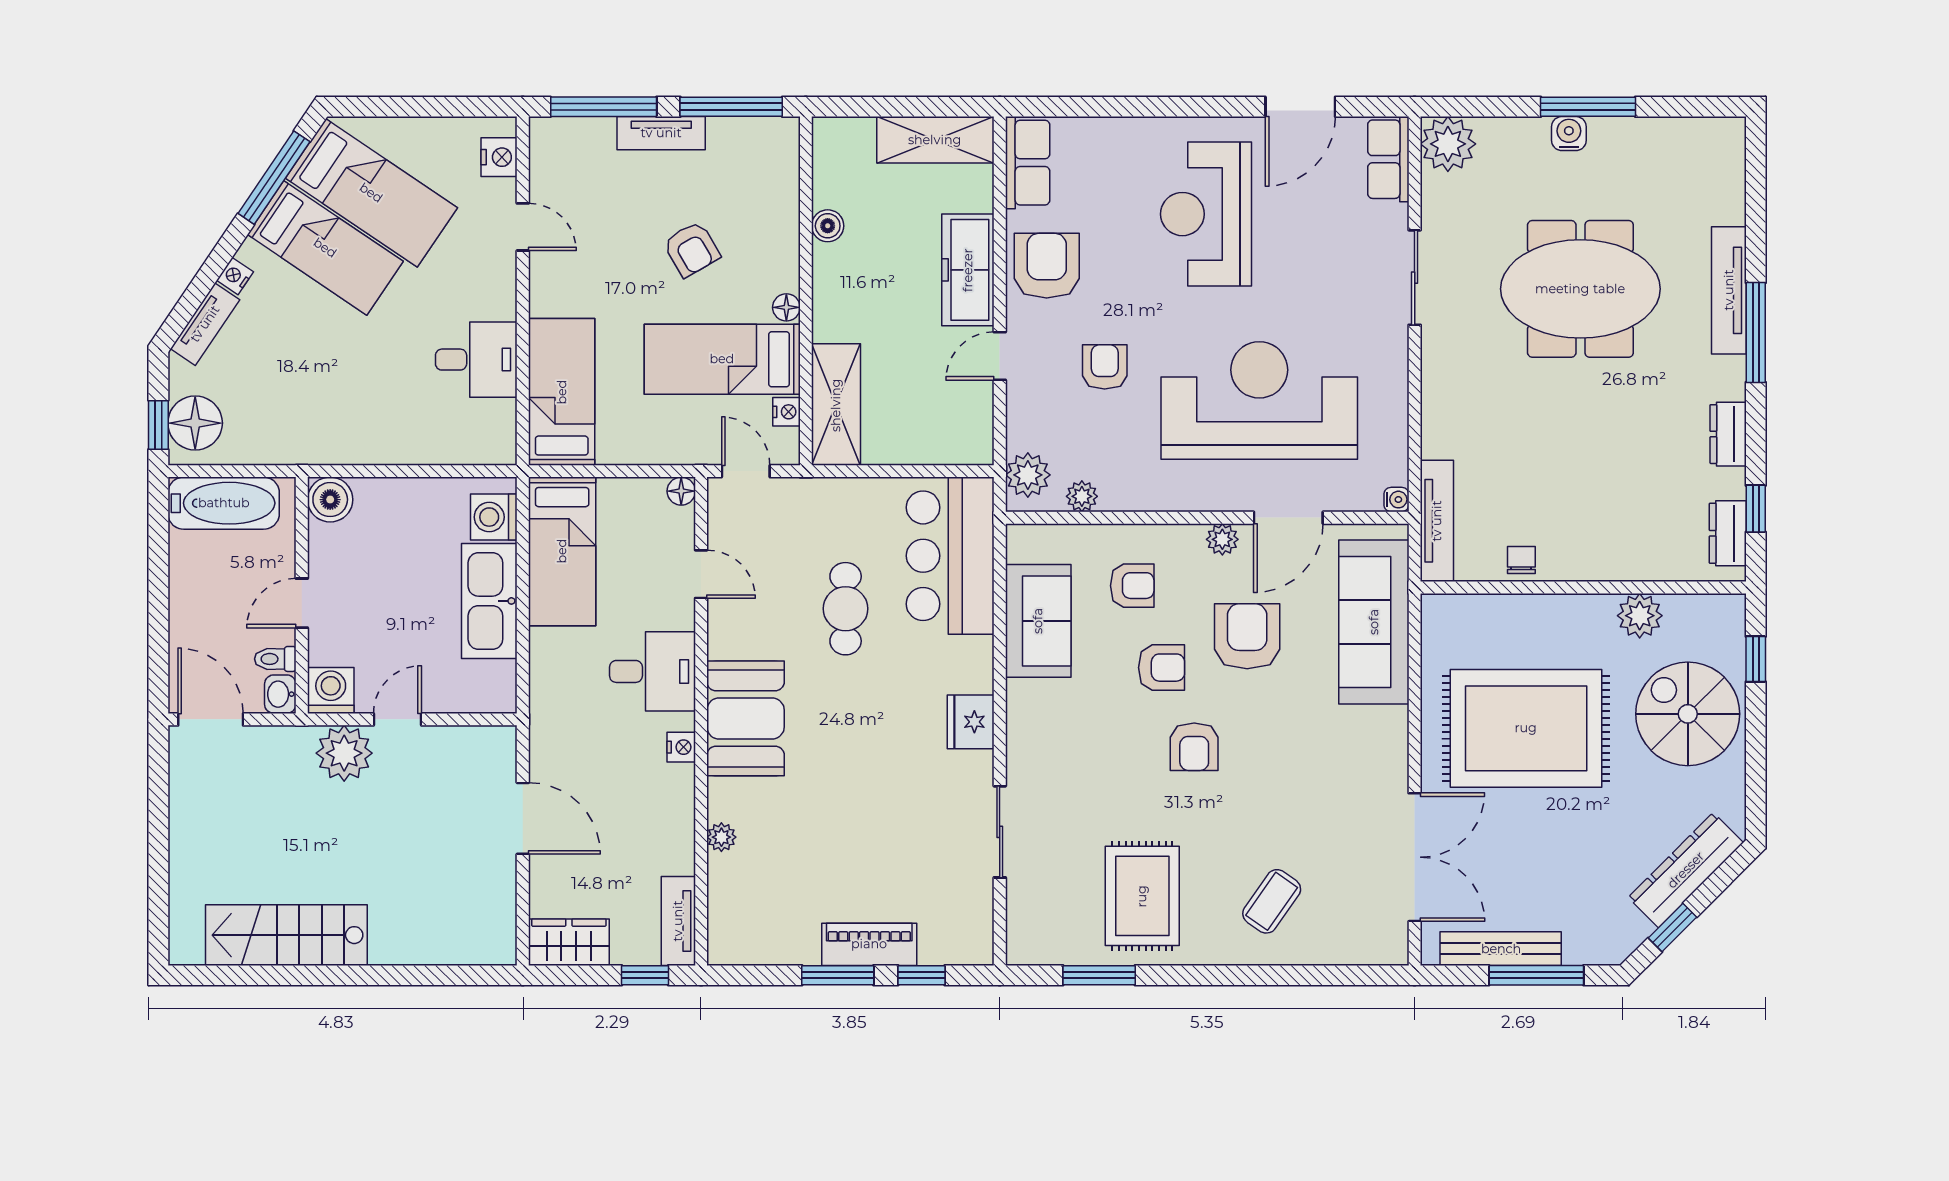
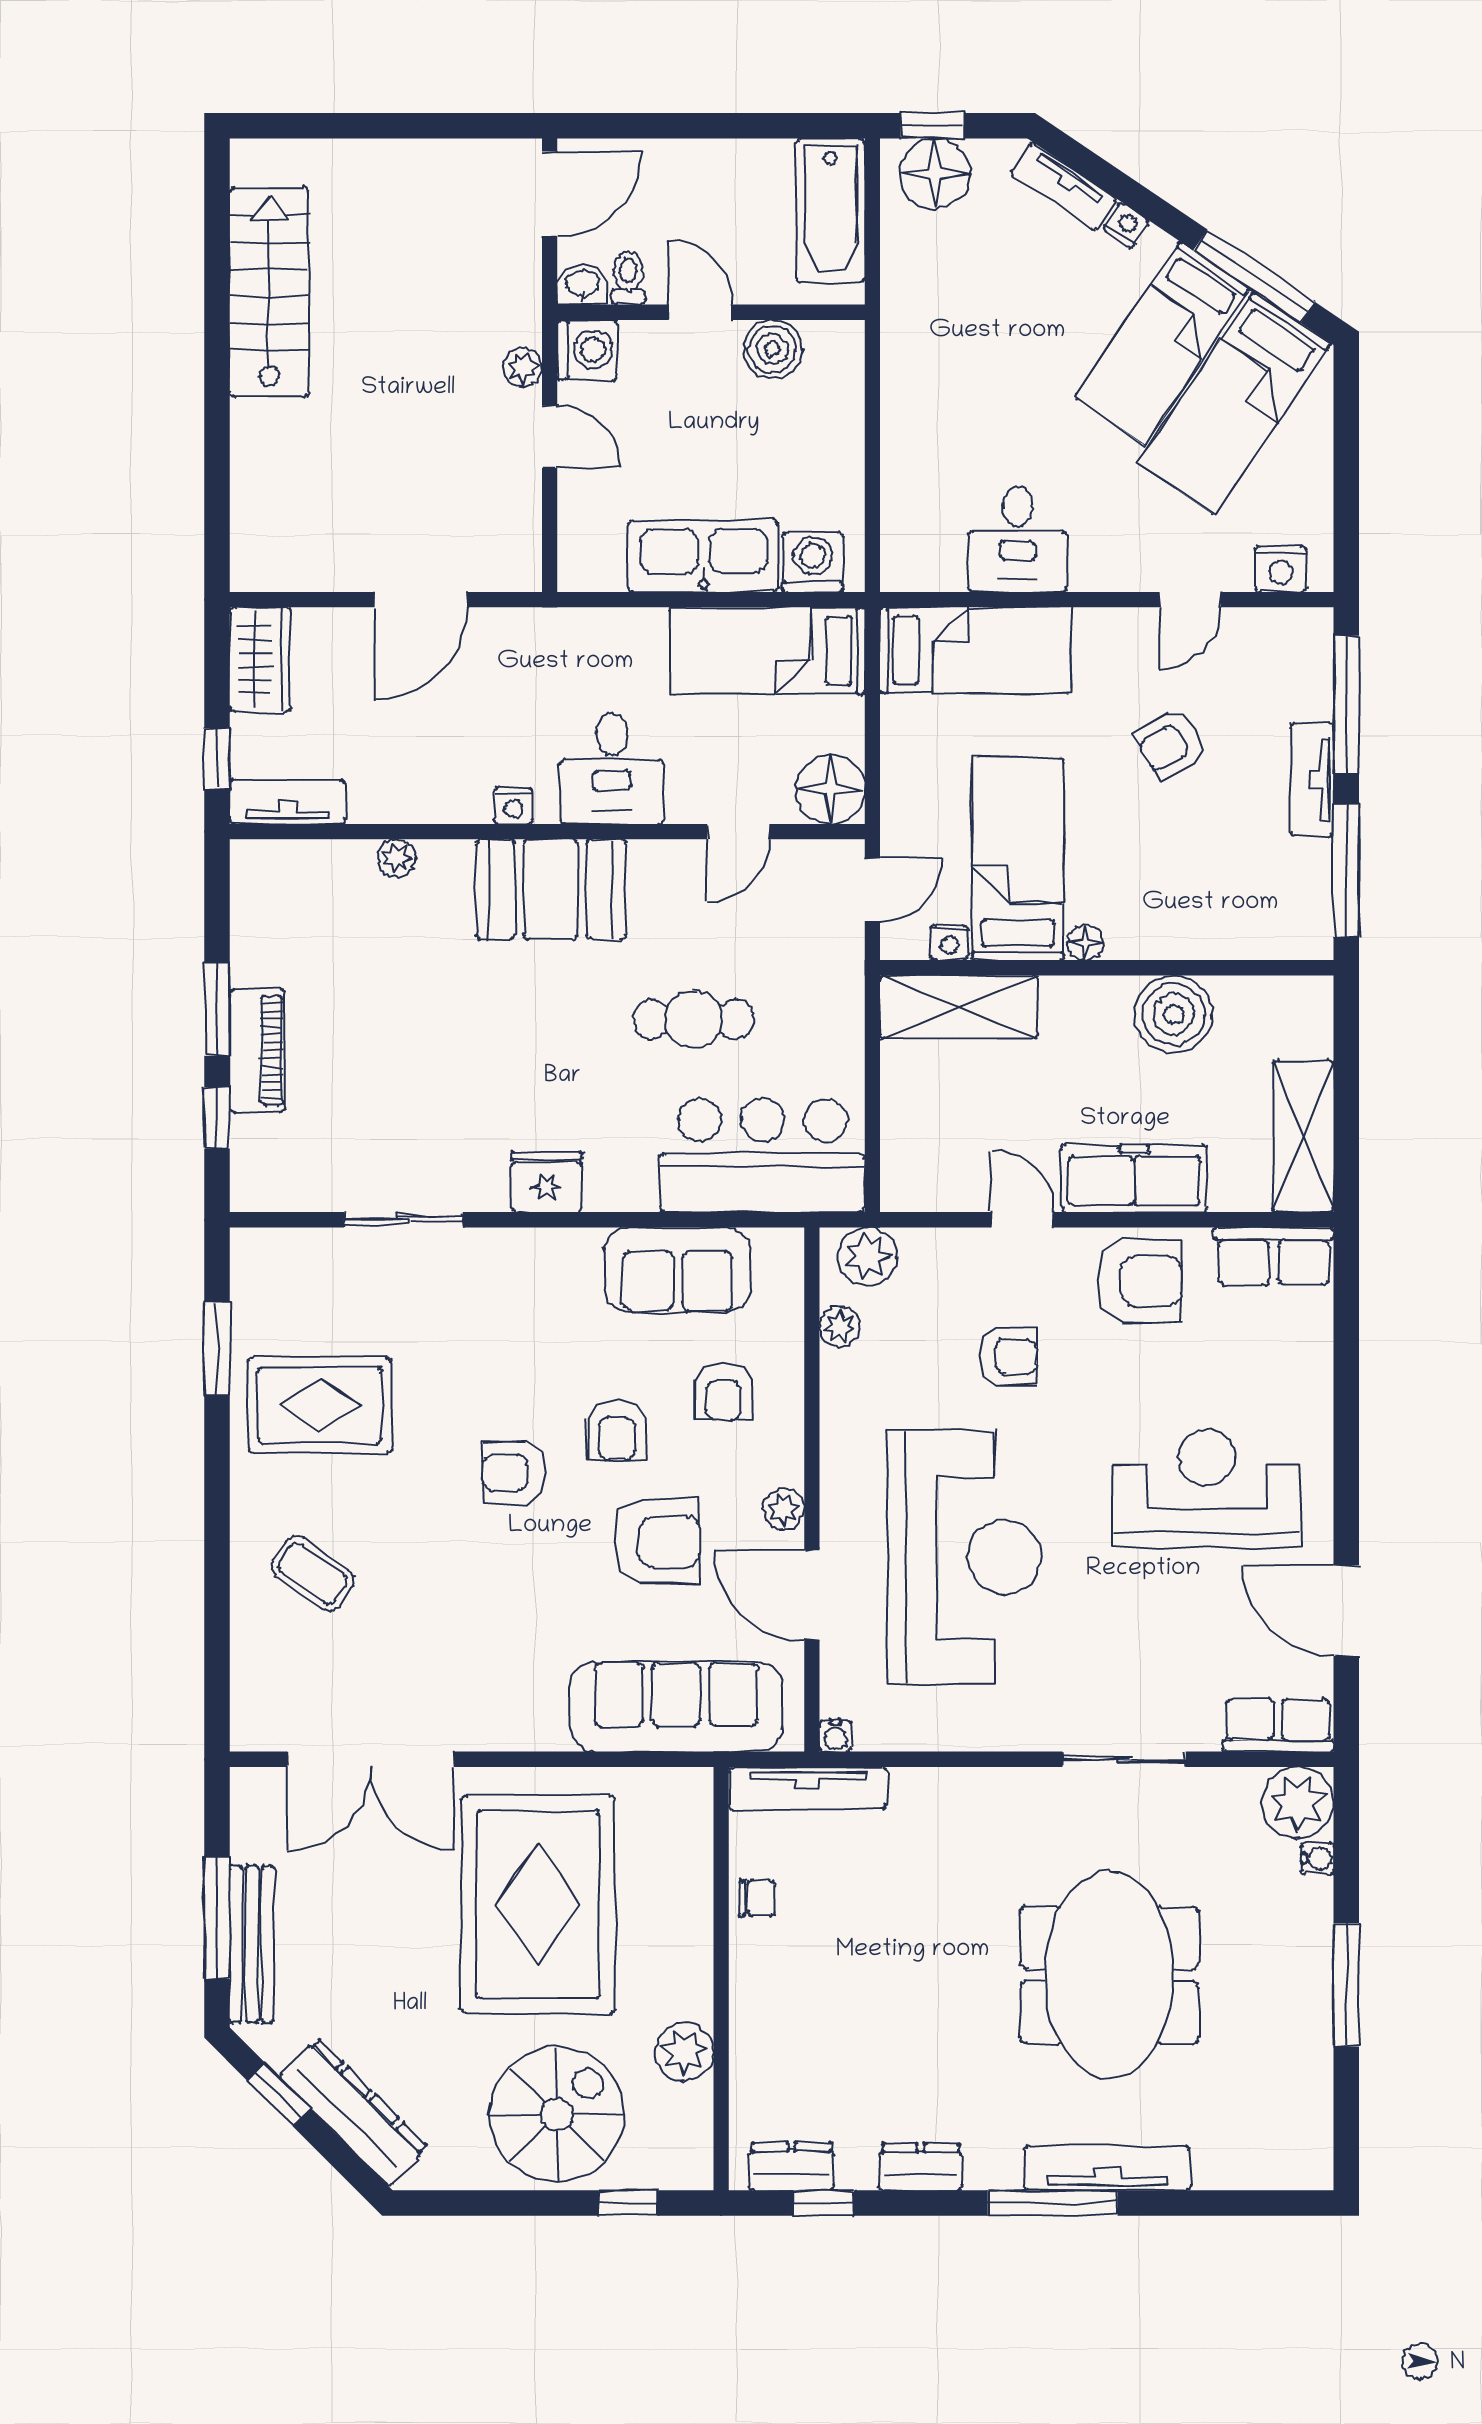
water cooler: (1569, 134) -> (1318, 1859), moved, width x0.72, depth x0.72
boiler: (828, 226) -> (1173, 1014), width x1.86, depth x1.86
armchair: (692, 249) -> (1171, 744), moved
floor lamp: (681, 491) -> (830, 789), width x1.89, depth x1.89
boiler: (330, 500) -> (772, 349), moved
plant: (344, 753) -> (523, 367), width x0.53, depth x0.53
bench: (1501, 949) -> (252, 1944), moved

